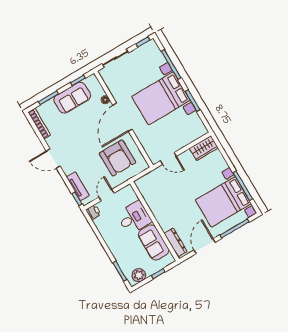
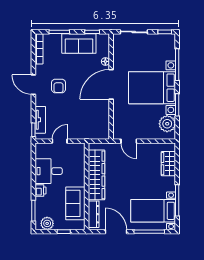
plant: (193, 123) -> (167, 124), added
wardrobe: (204, 148) -> (168, 164), moved, turned 90
armchair: (117, 158) -> (59, 86), moved, width x0.53, depth x0.53
bed with nightstands: (223, 202) -> (153, 211), width x0.73
wardrobe: (157, 206) -> (97, 175), added
printer: (93, 212) -> (40, 191), moved
desk: (134, 218) -> (49, 171), moved, turned 180
door: (205, 246) -> (116, 232), hinge flipped

